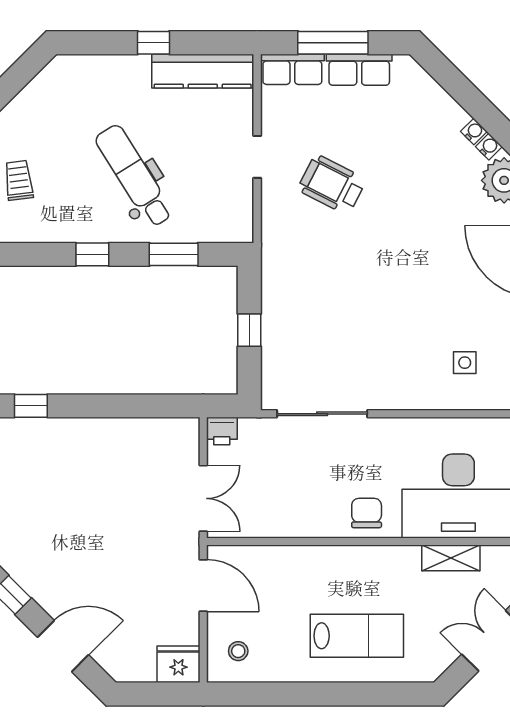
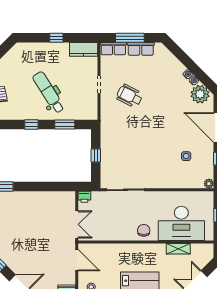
kitchen counter: (203, 71) -> (84, 49), width x0.67
side table: (465, 363) -> (186, 156), moved

